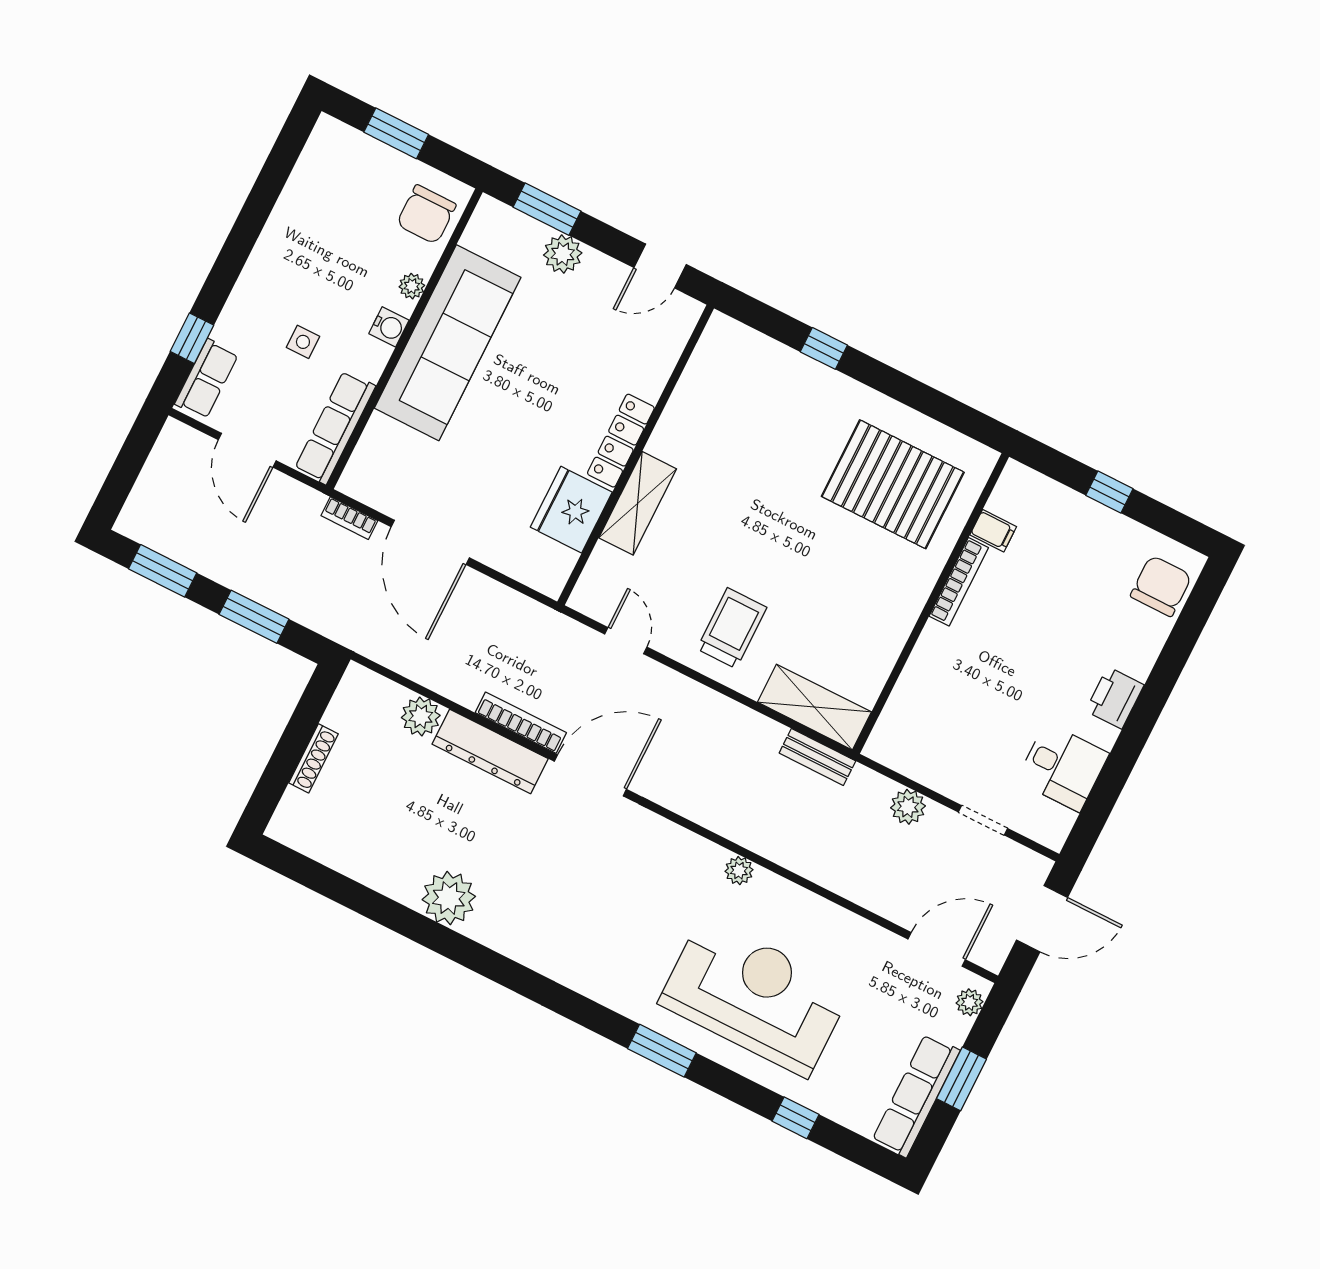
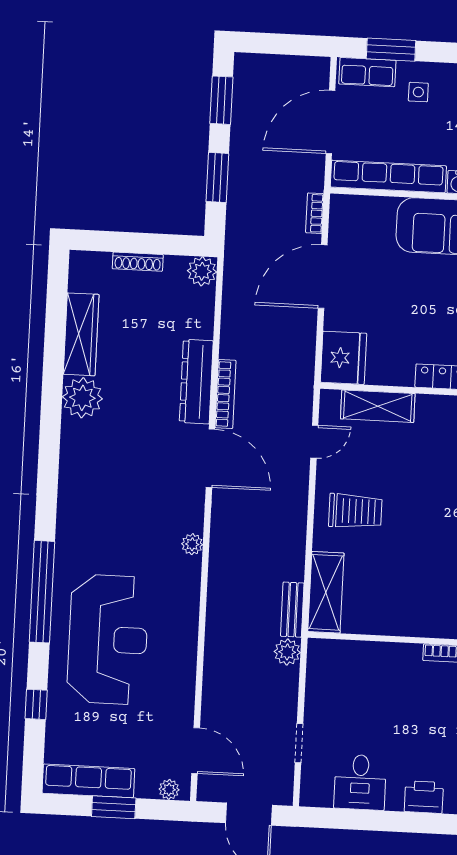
window: (192, 338) -> (391, 50), width x1.50
side table: (303, 342) -> (418, 92), moved
row of seats: (335, 427) -> (388, 176), width x1.36
door: (247, 450) -> (330, 122), width x1.36
shelving: (638, 503) -> (378, 406), moved
fridge: (571, 510) -> (343, 358), moved, turned 90
plant: (421, 717) -> (202, 271), moved
plant: (908, 807) -> (287, 652), moved
wardrobe: (371, 866) -> (81, 334), added
plant: (739, 871) -> (192, 544), moved
window: (662, 1051) -> (42, 592), width x2.11

